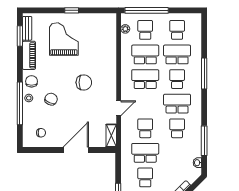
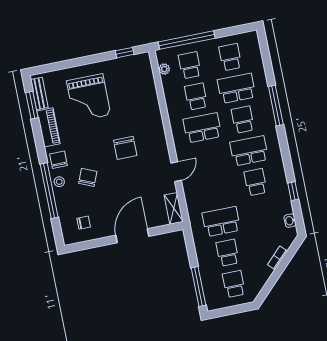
window: (72, 10) -> (125, 53), moved
grand piano: (64, 39) -> (89, 98), turned 180
school desk: (145, 54) -> (196, 97), width x0.54
chair: (84, 82) -> (125, 148), turned 90
school desk: (145, 128) -> (215, 190), removed
window: (204, 141) -> (293, 191), width x0.46

